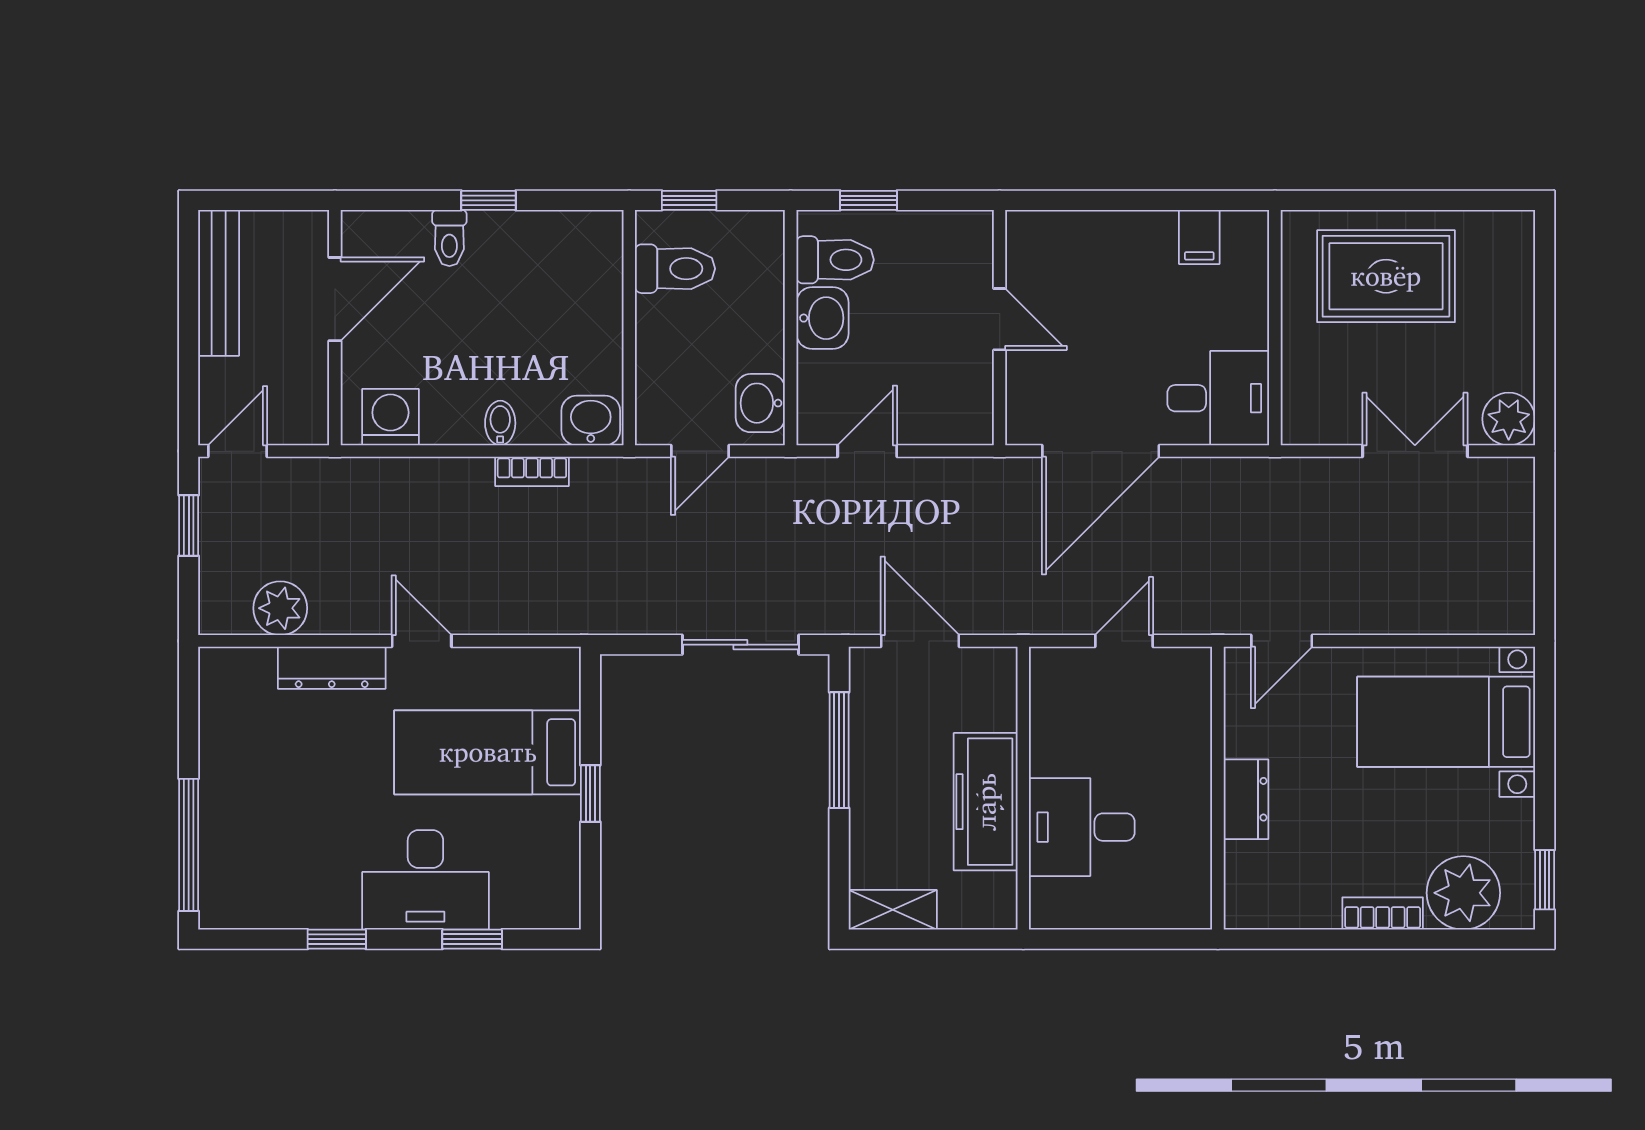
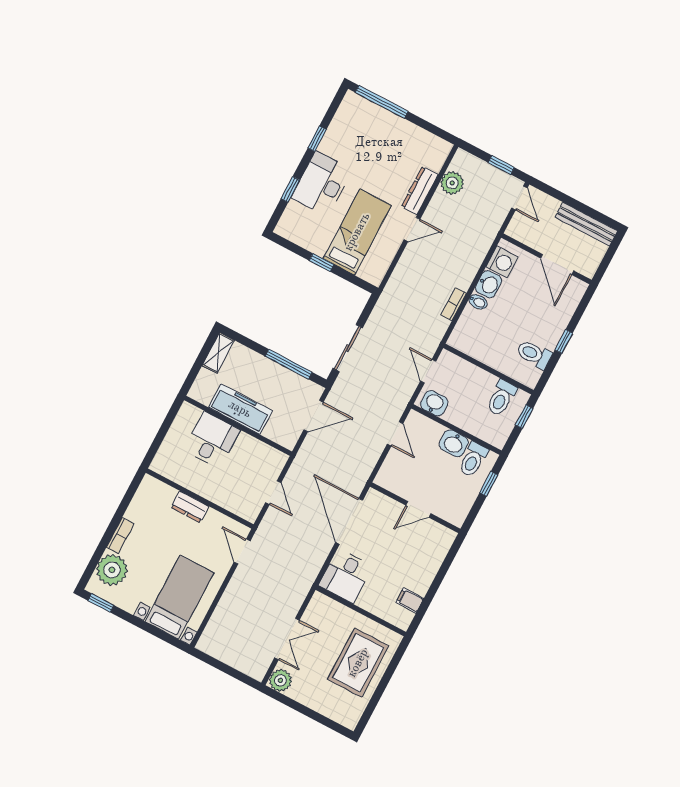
toilet: (449, 238) -> (534, 354), moved, width x1.37, depth x1.39
washbasin: (591, 421) -> (489, 284), moved

